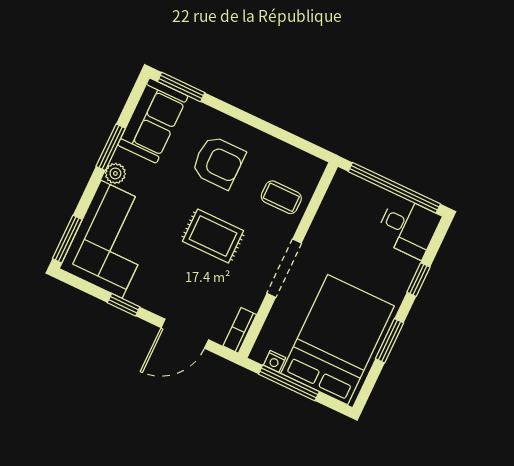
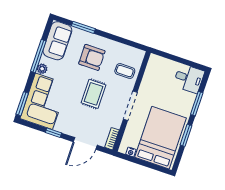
window: (181, 87) -> (83, 27), moved
window: (111, 147) -> (38, 56), width x1.44
window: (394, 188) -> (180, 60), removed
rug: (213, 236) -> (94, 94), turned 90
window: (418, 280) -> (197, 104), width x1.50
window: (289, 383) -> (139, 162), removed

